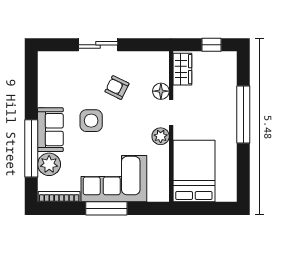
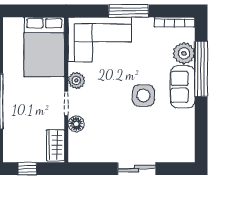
armchair: (117, 88) -> (119, 127), removed
corner sofa: (114, 179) -> (100, 40), moved

